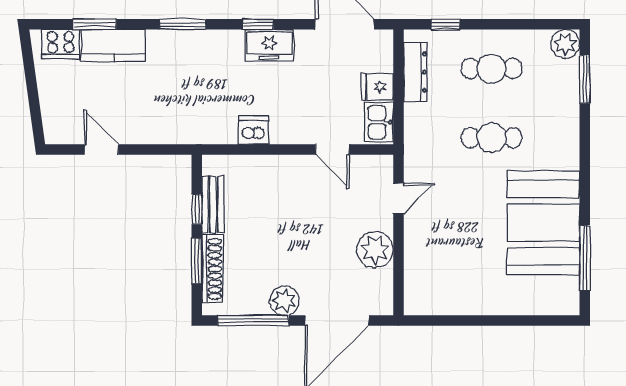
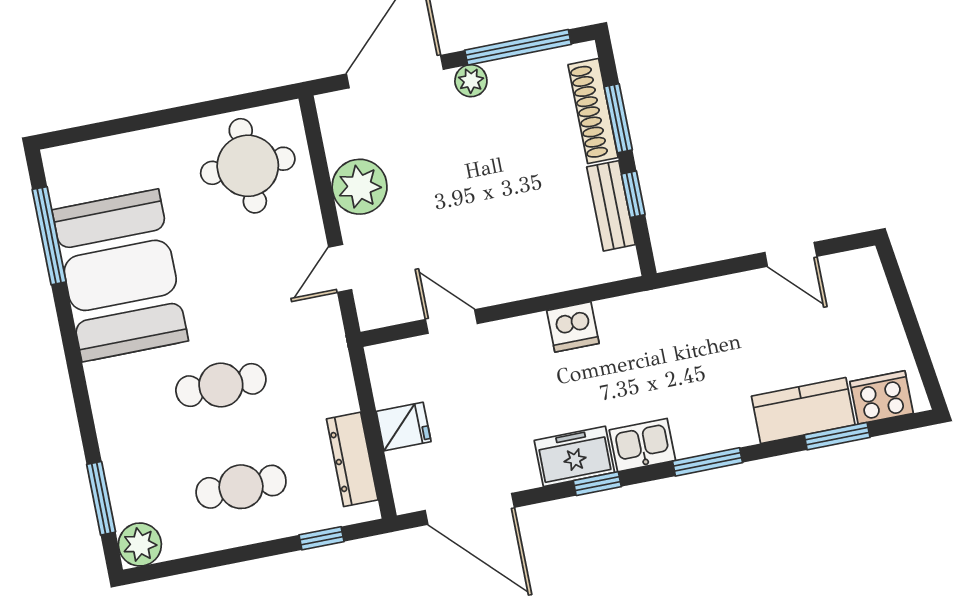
kitchen sink: (379, 122) -> (642, 445), moved, turned -90
round table: (446, 278) -> (248, 166), added
plant: (284, 301) -> (471, 81), width x0.73, depth x0.73

